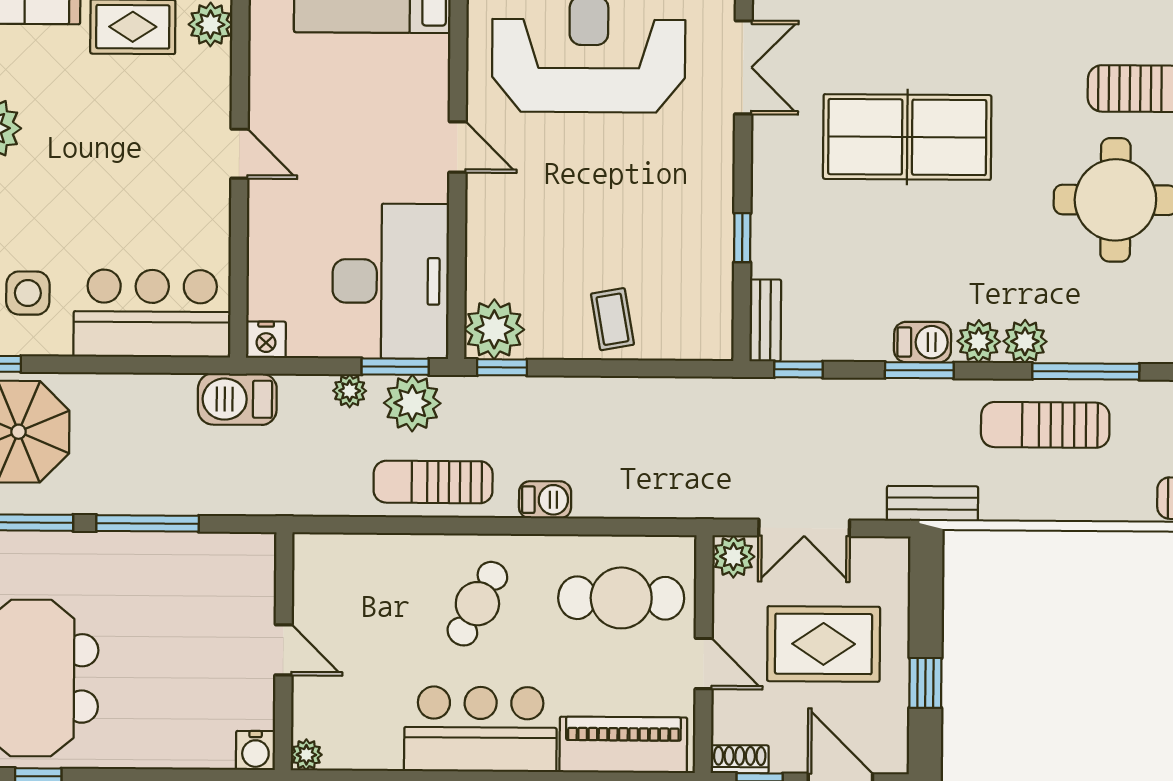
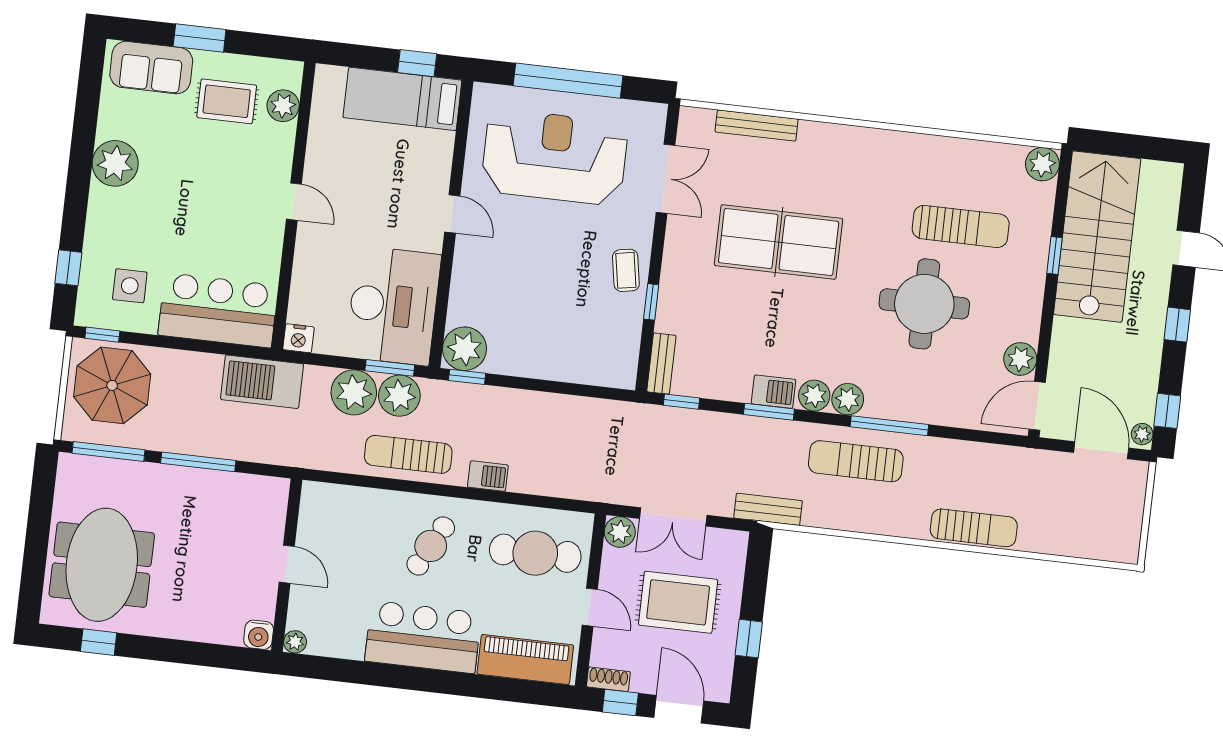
coffee table: (612, 319) -> (626, 270), moved
plant: (350, 391) -> (354, 392), width x1.87, depth x1.87
barbecue: (237, 399) -> (262, 382), width x1.37, depth x1.21

